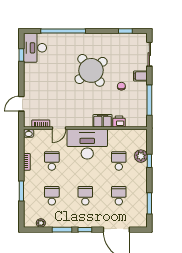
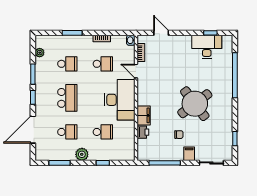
desk: (35, 48) -> (207, 47), moved
plant: (141, 156) -> (82, 154), moved
school desk: (85, 196) -> (67, 98), width x1.85

